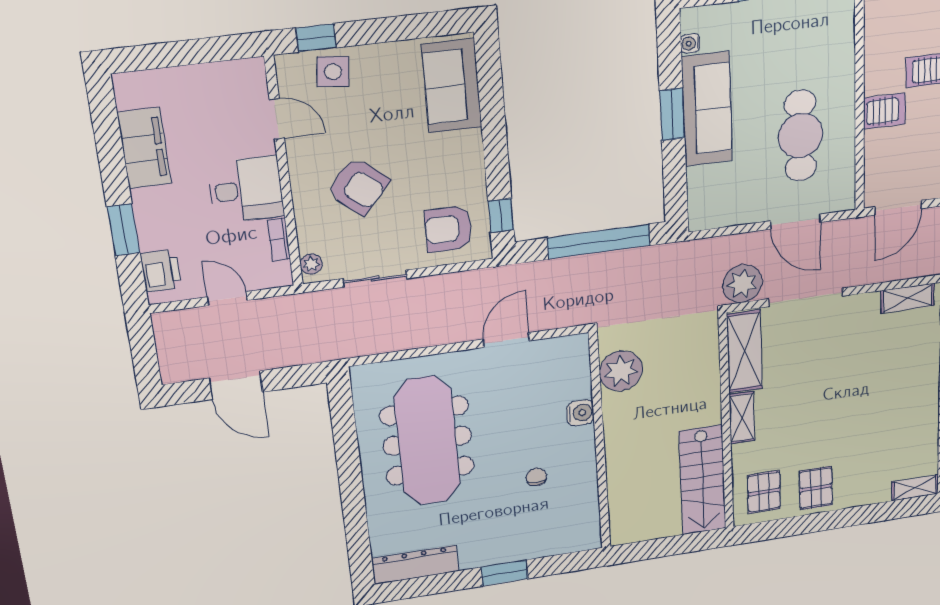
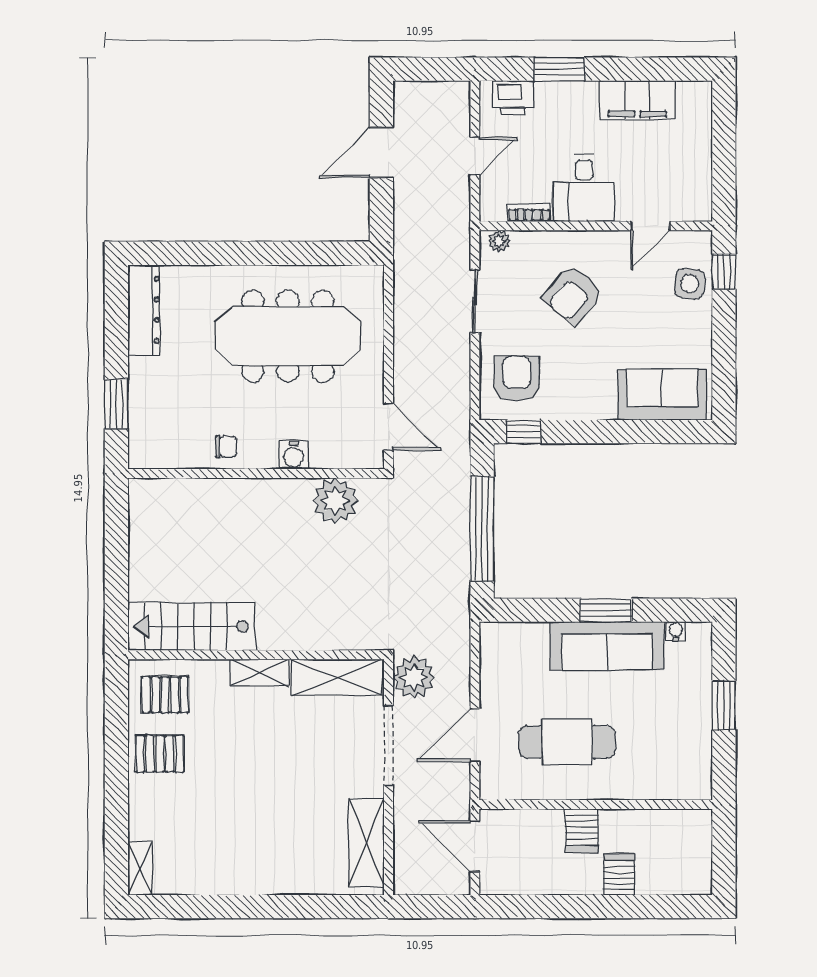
shelving: (908, 298) -> (366, 843), width x1.50, depth x1.33
plant: (621, 371) -> (335, 501), moved
water cooler: (580, 413) -> (294, 455), moved
wall: (600, 442) -> (256, 473), moved

